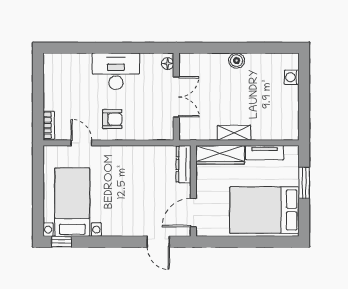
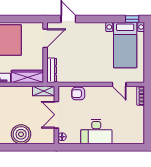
boiler: (237, 61) -> (21, 134), width x1.86, depth x1.86
armchair: (112, 119) -> (78, 94), moved
shelving: (234, 133) -> (44, 91), moved

